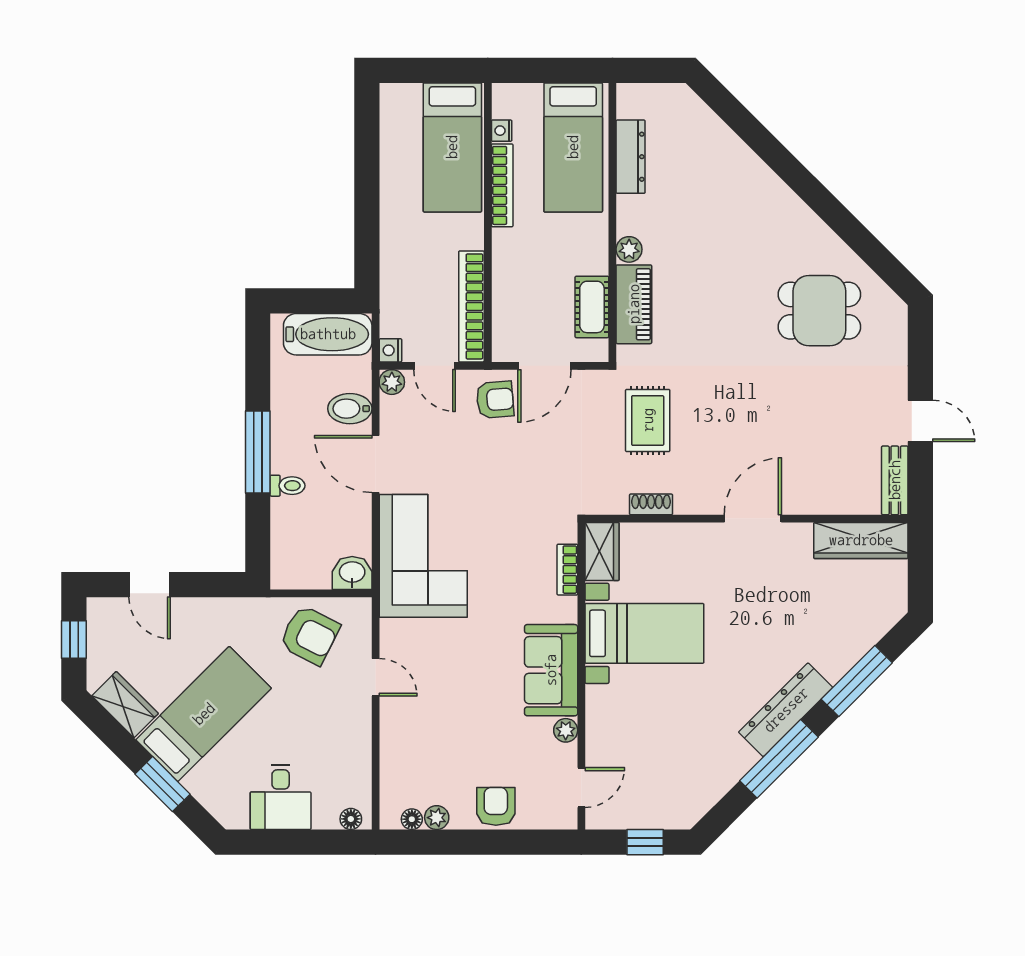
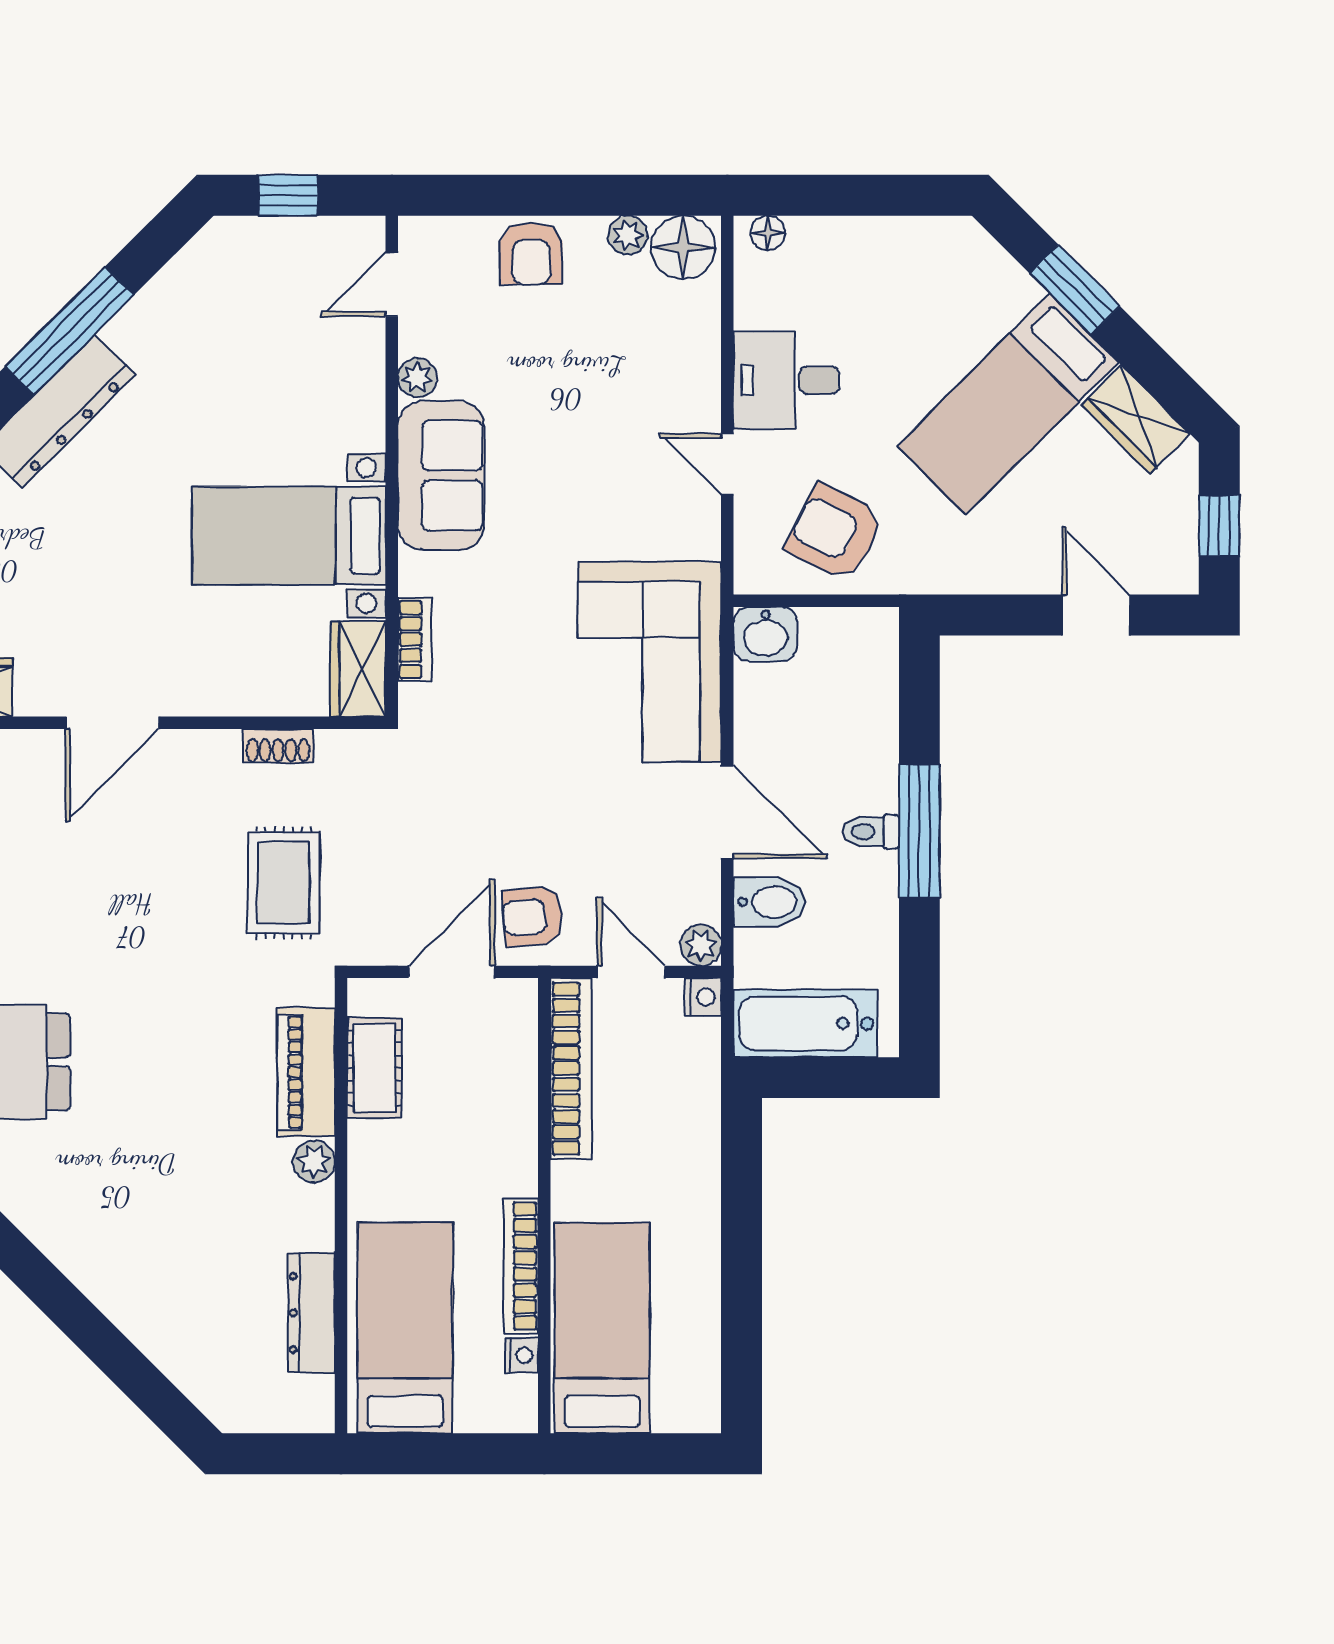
toilet: (288, 486) -> (871, 832), moved
desk: (281, 797) -> (786, 380), moved, turned -90
floor lamp: (412, 819) -> (683, 247), width x1.89, depth x1.89

